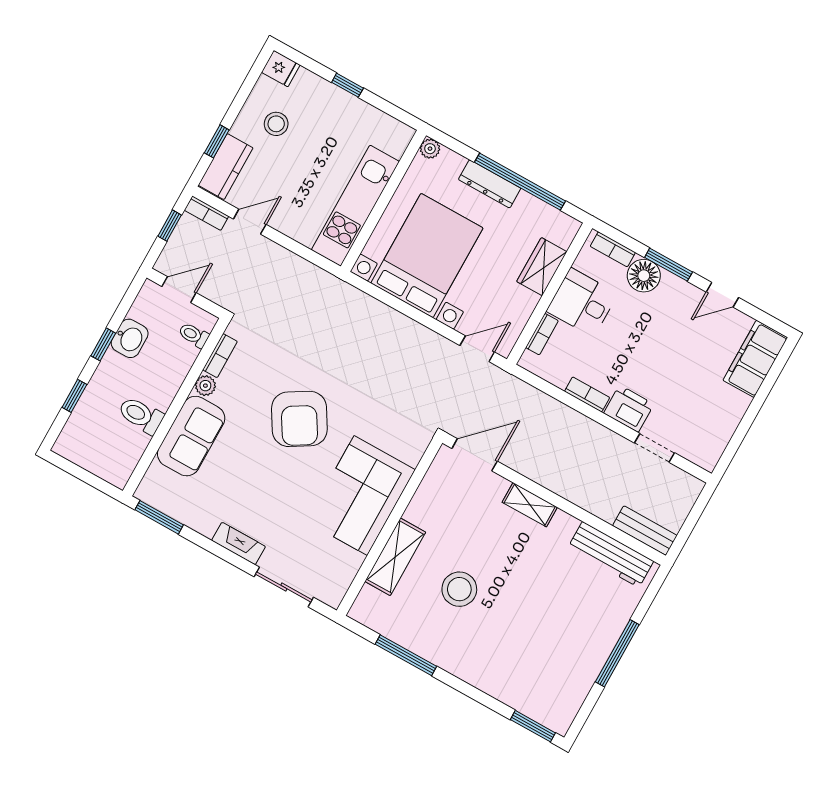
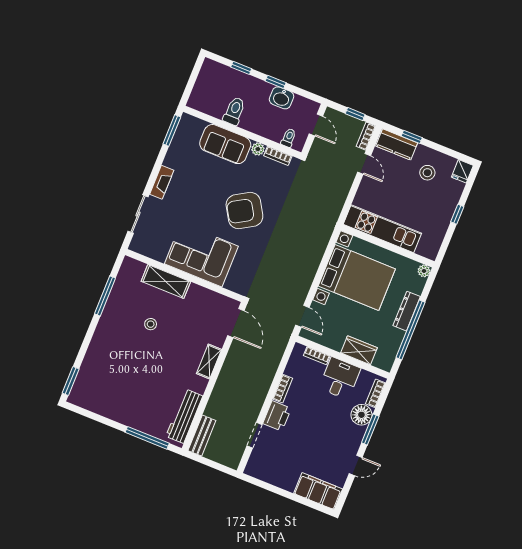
door: (722, 295) -> (356, 465), swing flipped
stool: (459, 589) -> (151, 324), width x0.53, depth x0.53
window: (617, 653) -> (147, 438), moved

